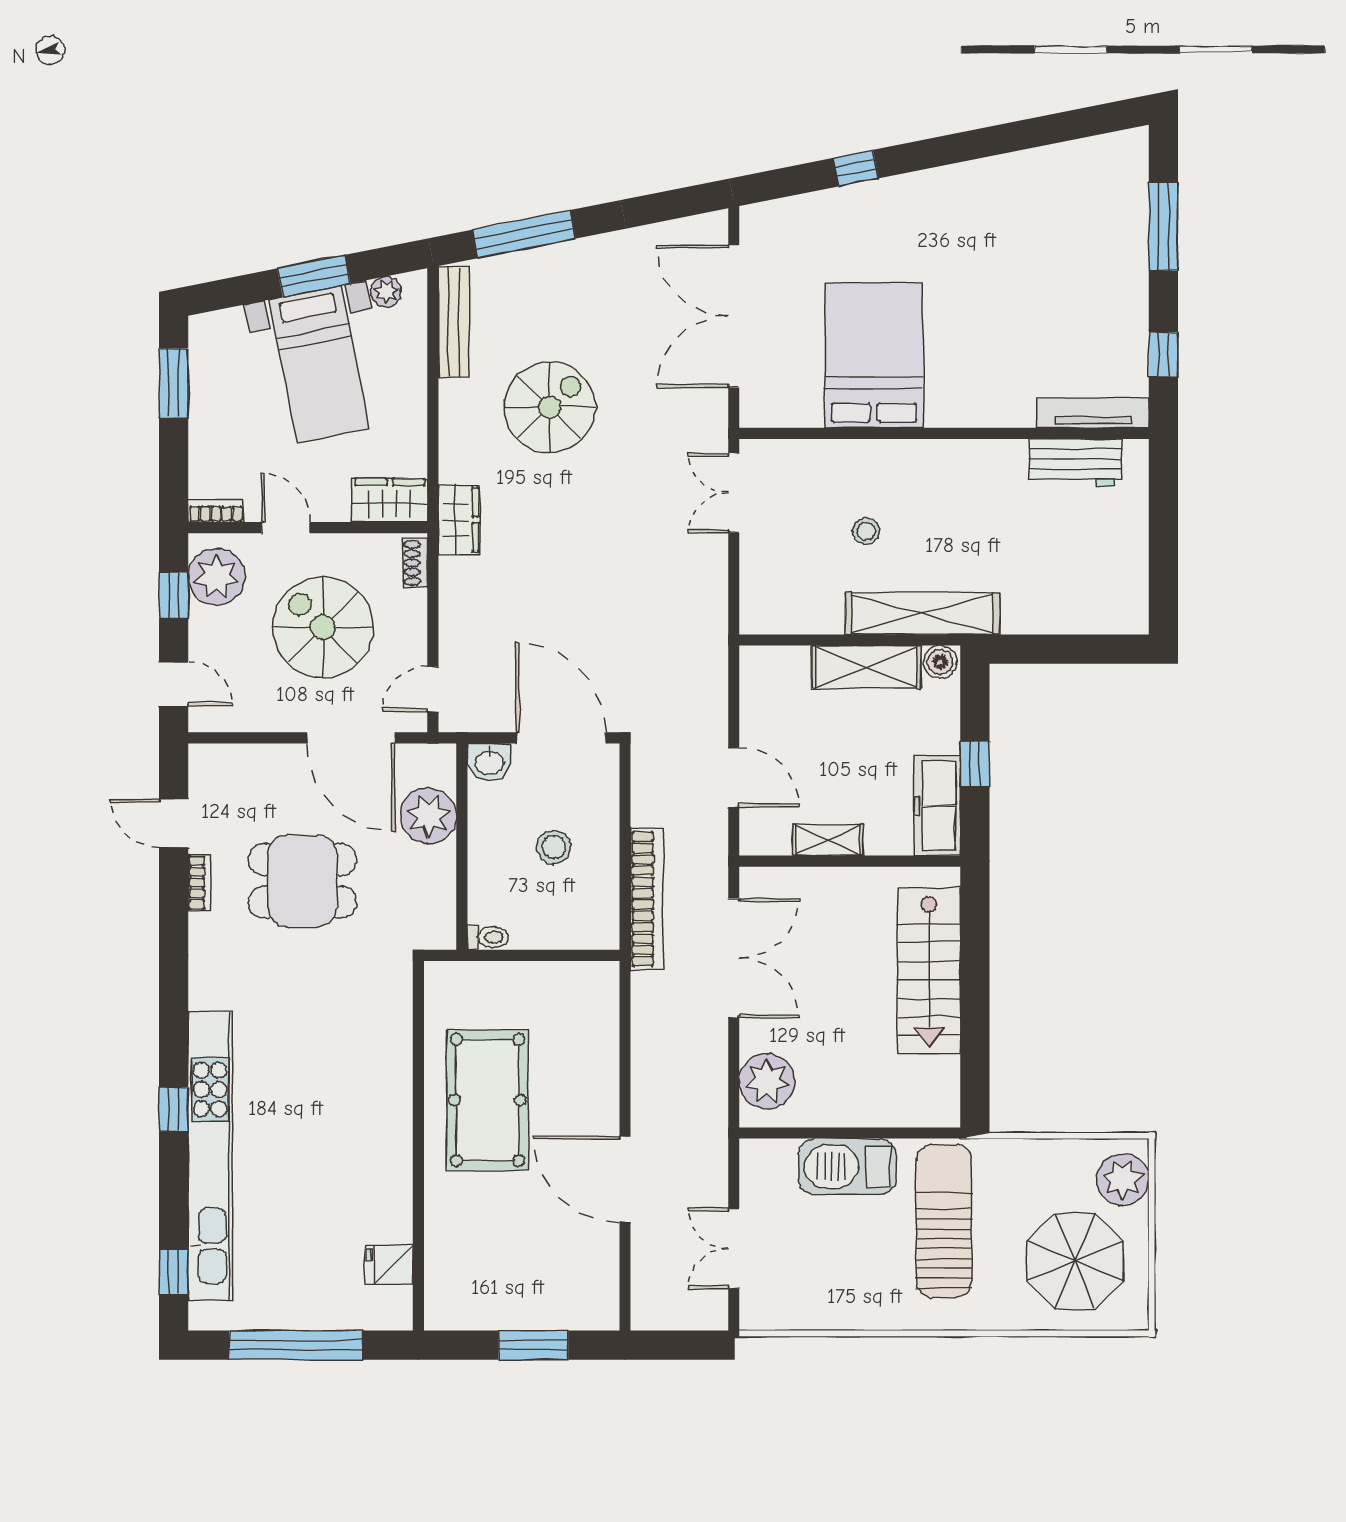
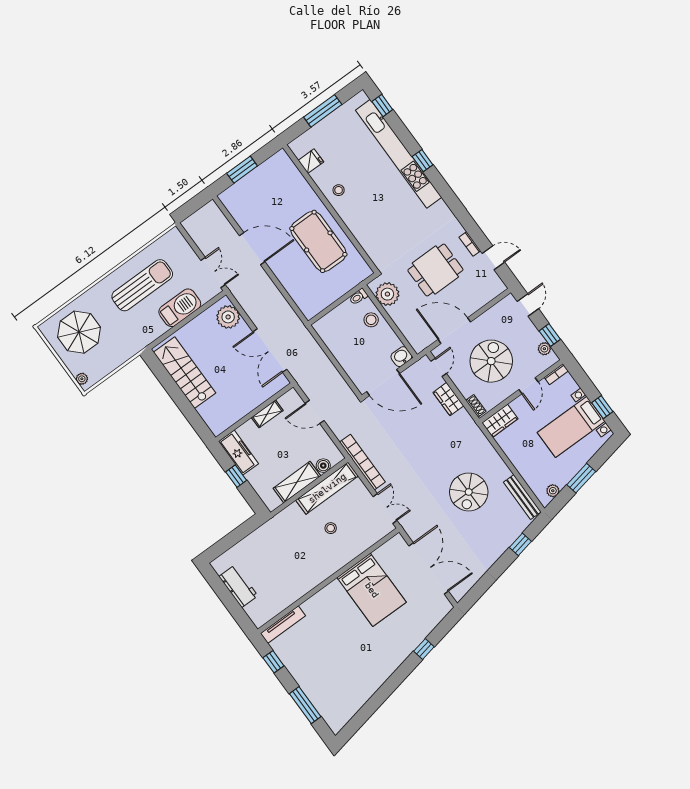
window: (524, 234) -> (520, 544), width x0.46
bed with nightstands: (319, 364) -> (571, 427), moved, turned -79
window: (174, 383) -> (602, 407), width x0.67
workbench: (1075, 463) -> (238, 586), moved, turned 90
wardrobe: (459, 520) -> (448, 399), moved
door: (286, 528) -> (529, 386), hinge flipped
plant: (217, 577) -> (544, 349), width x0.53, depth x0.53
shelving: (922, 613) -> (327, 488), moved
spiral stairs: (323, 627) -> (491, 361), turned -90
boiler: (940, 662) -> (323, 466), moved
door: (174, 684) -> (528, 305), swing flipped
plant: (428, 816) -> (387, 294), moved
stool: (554, 847) -> (371, 320), moved
bookcase: (647, 899) -> (362, 462), moved, turned 180
stairs: (929, 971) -> (184, 373), moved
stool: (377, 1170) -> (339, 190), added
plant: (1123, 1180) -> (82, 379), width x0.53, depth x0.53
sun lounger: (944, 1221) -> (142, 285), moved, turned -90
double door: (734, 1248) -> (213, 273), moved
window: (296, 1345) -> (323, 111), width x0.68

